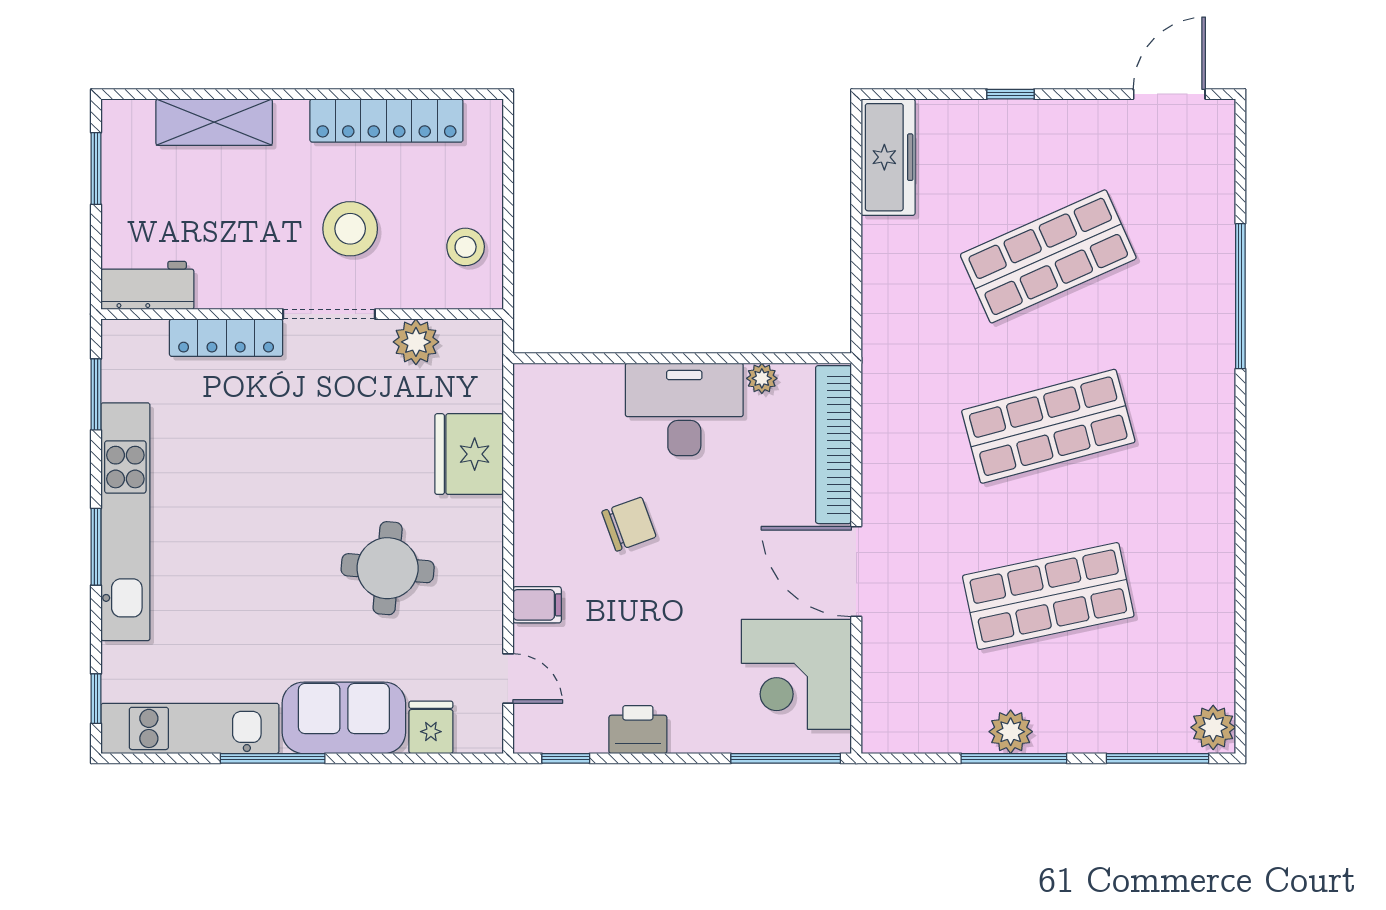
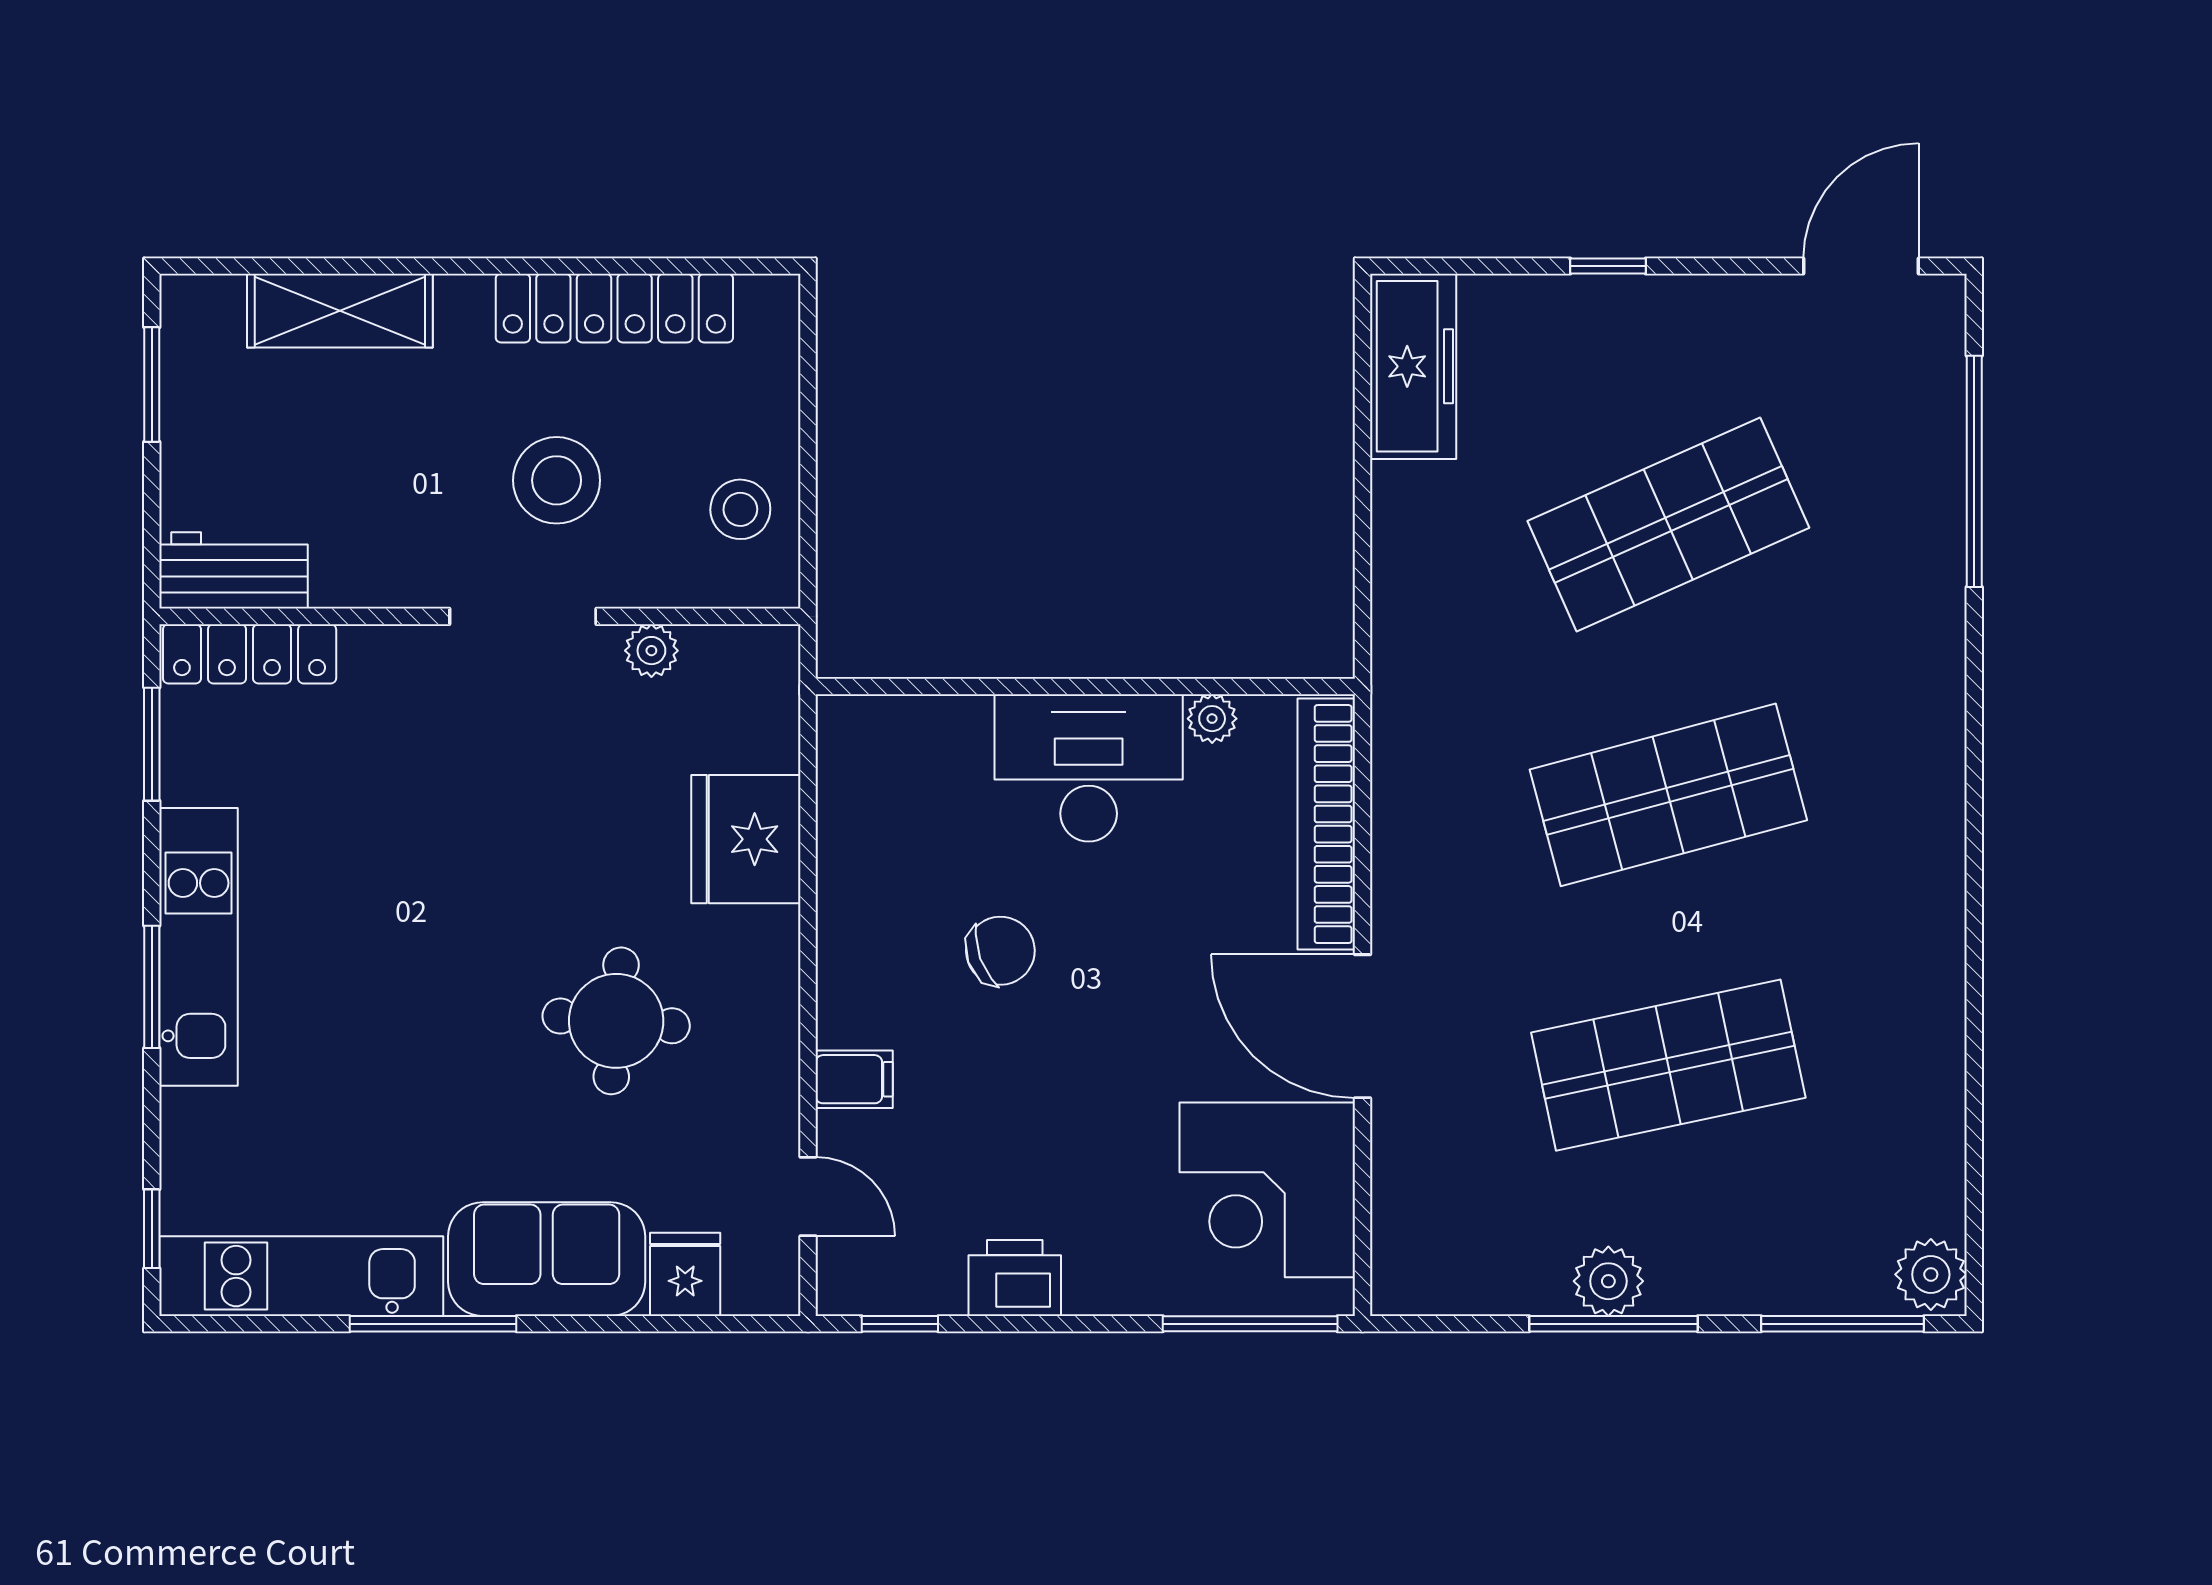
window: (1240, 296) -> (1974, 471), moved
locker: (226, 338) -> (250, 654), moved
plant: (416, 342) -> (651, 651), width x0.73, depth x0.73
kitchen unit: (125, 522) -> (199, 947), width x0.73

